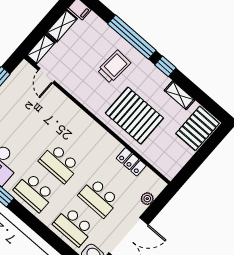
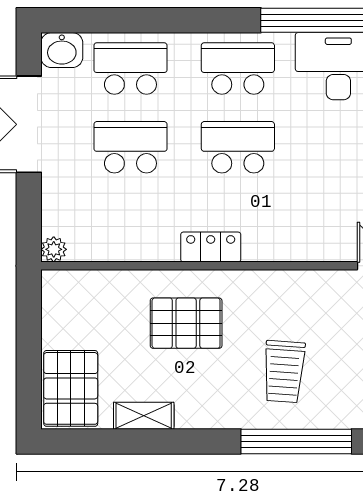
window: (165, 66) -> (205, 441), removed
pallet: (134, 116) -> (186, 323), width x0.73, depth x0.71
locker: (131, 162) -> (211, 247), moved
plant: (147, 199) -> (54, 249), moved

